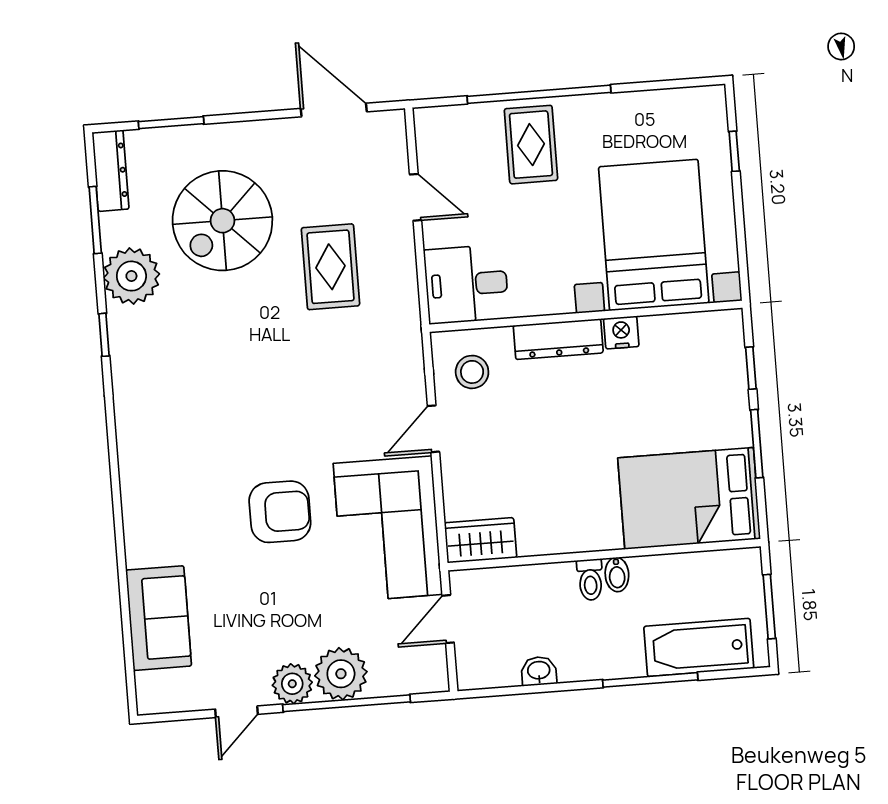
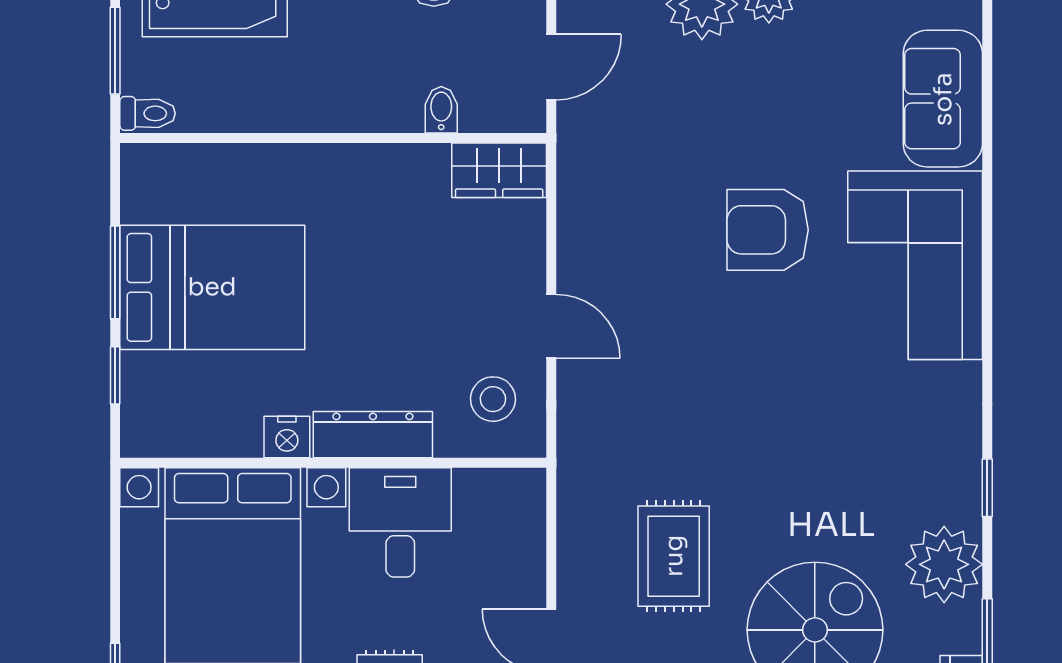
desk: (466, 284) -> (400, 522), moved, turned -90
door: (433, 429) -> (551, 326), hinge flipped
bed: (689, 498) -> (212, 287), moved
corner sofa: (388, 529) -> (915, 265), moved, turned 180
bidet: (617, 574) -> (441, 110), moved
toilet: (590, 580) -> (148, 113), moved, turned 90

